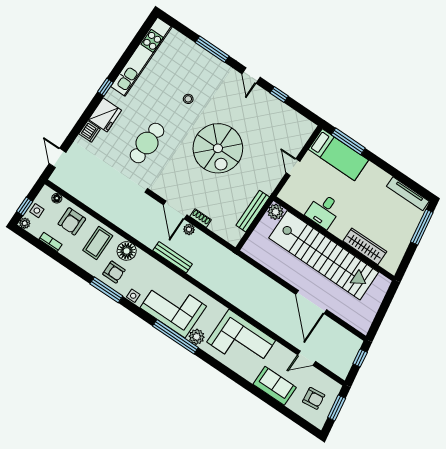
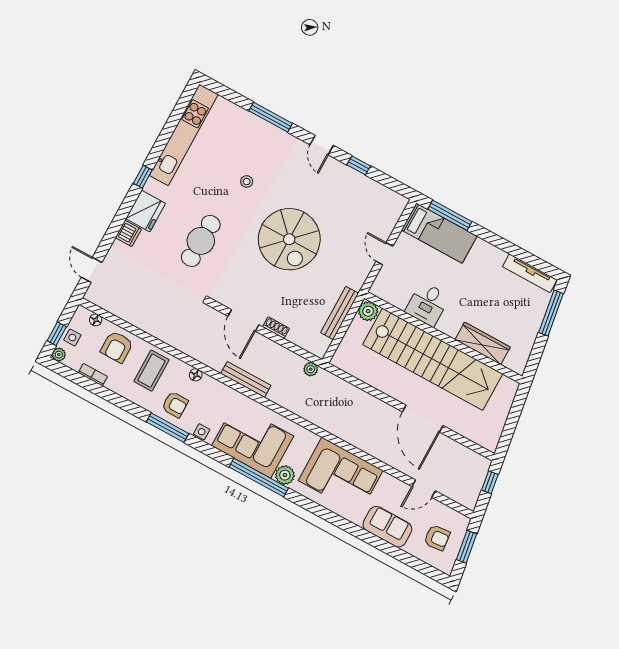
plant: (189, 229) -> (311, 369), moved
floor lamp: (127, 251) -> (196, 375), width x0.53, depth x0.53

